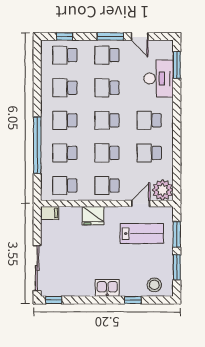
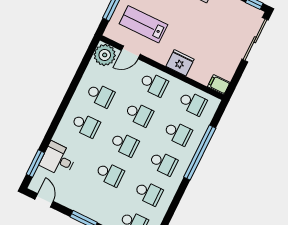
door: (140, 36) -> (44, 200), moved
school desk: (107, 55) -> (95, 204), removed
desk: (159, 79) -> (58, 159), width x0.73

